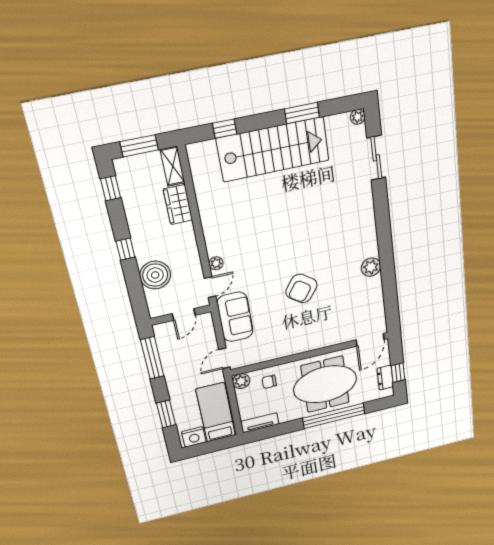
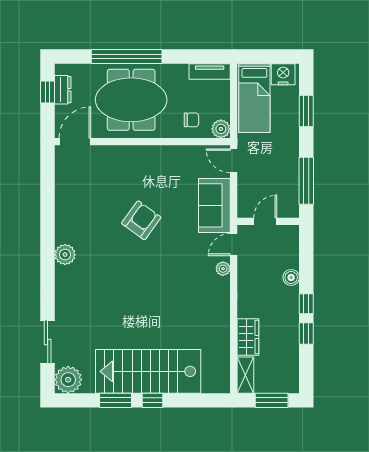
plant: (358, 117) -> (68, 380), width x1.88, depth x1.88
window: (225, 129) -> (153, 400), moved
window: (111, 188) -> (306, 333), moved
plant: (371, 267) -> (65, 255), moved
boiler: (155, 275) -> (291, 277), width x0.54, depth x0.54
door: (224, 358) -> (234, 161), swing flipped

